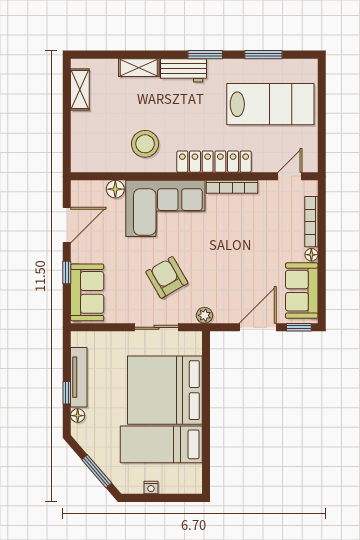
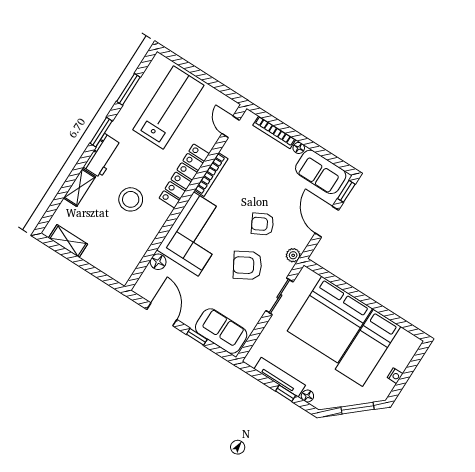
stool: (145, 144) -> (131, 199), moved
armchair: (216, 267) -> (262, 224), added

